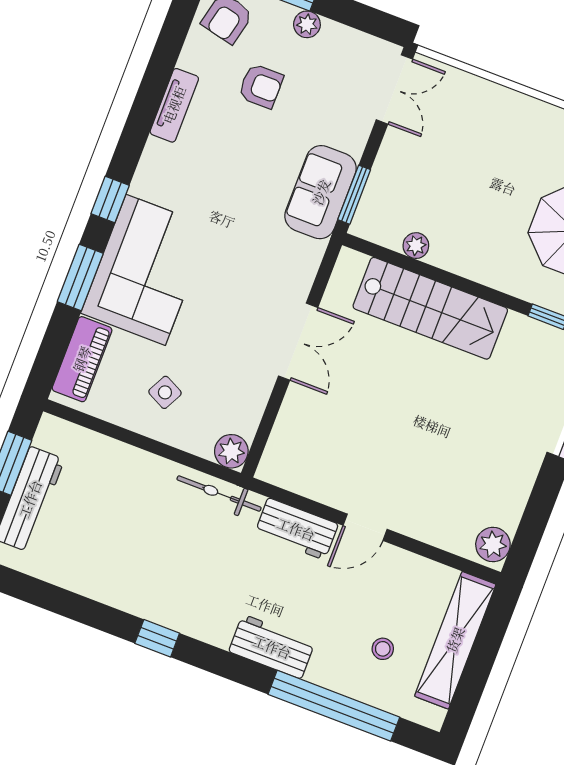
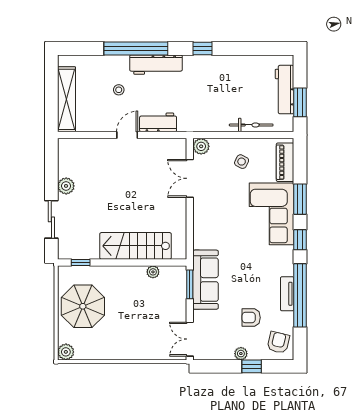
window: (151, 93) -> (300, 295), added
sofa: (321, 192) -> (206, 280), width x1.36
double door: (298, 342) -> (190, 178), moved
bicycle: (219, 494) -> (251, 125), moved
plant: (493, 545) -> (66, 186), moved
workbench: (272, 647) -> (156, 65), width x1.38
stool: (383, 649) -> (119, 90), moved
window: (334, 706) -> (136, 48), moved

